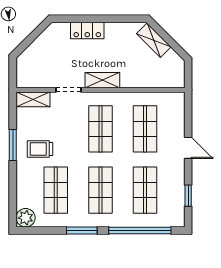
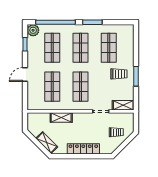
locker: (87, 30) -> (83, 149), width x1.53
trolley: (44, 57) -> (116, 132), added
shelving: (102, 80) -> (61, 117), moved
door: (188, 148) -> (25, 75), hinge flipped
plant: (26, 218) -> (33, 30), moved

